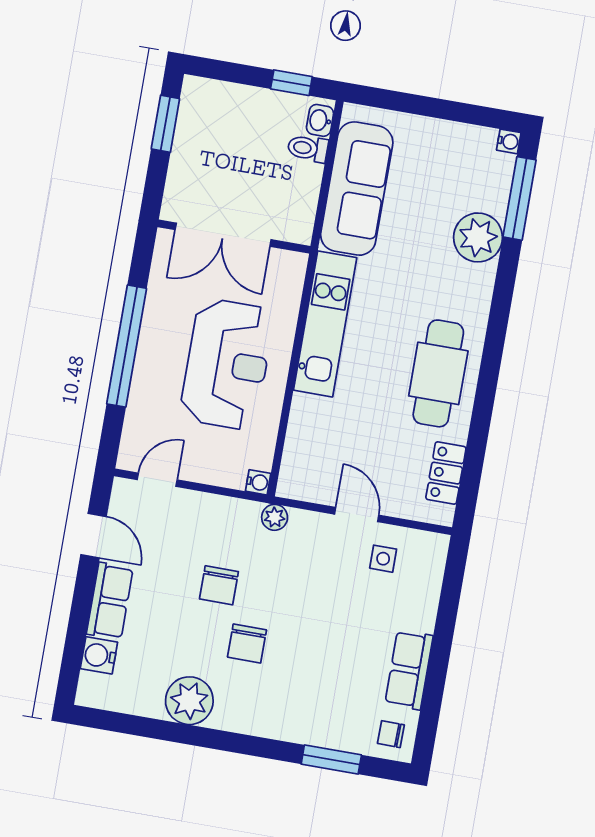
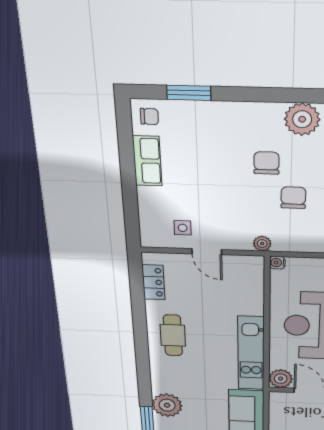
plant: (288, 269) -> (281, 379), added
cafe table: (438, 373) -> (173, 335), width x0.73, depth x0.74

